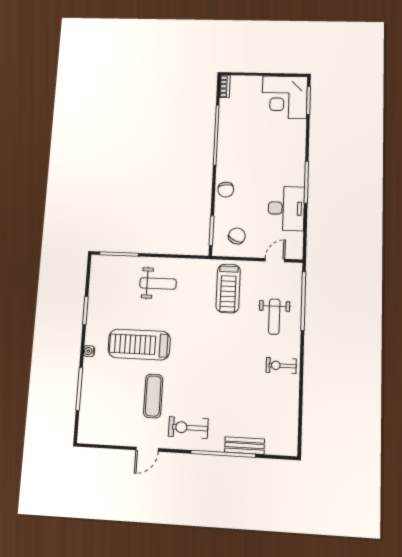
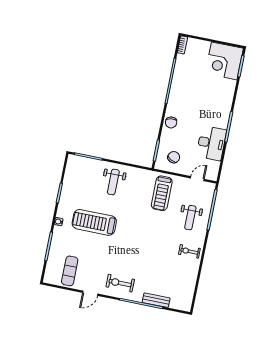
weight bench: (158, 283) -> (113, 182), turned 90
exercise mat: (153, 396) -> (70, 271), moved

